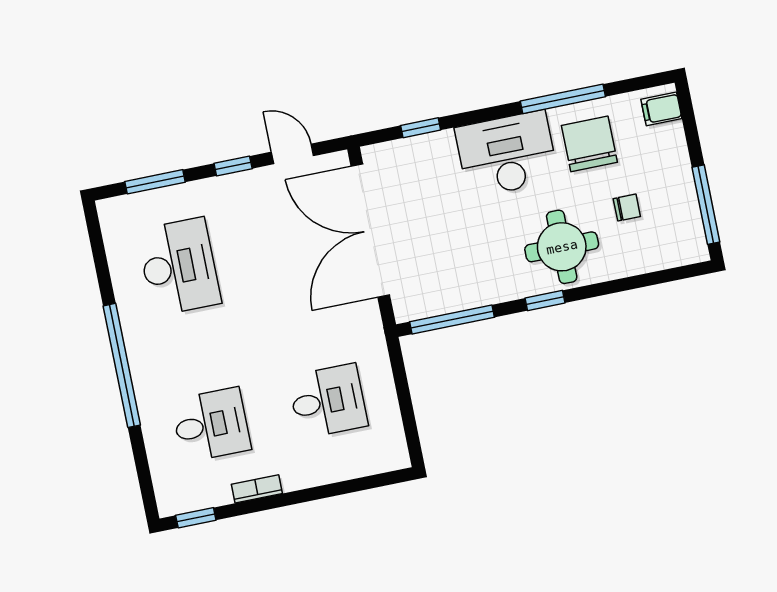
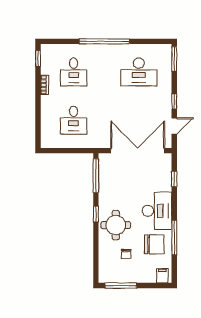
window: (155, 182) -> (174, 59), moved

